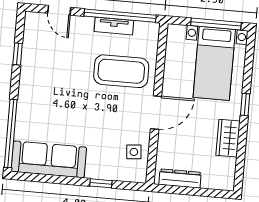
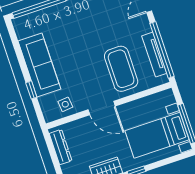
tv unit: (114, 26) -> (154, 55), width x1.41
sofa: (49, 159) -> (39, 65), moved

